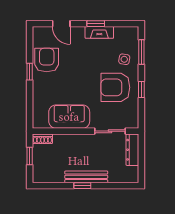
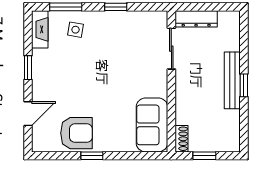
fireplace: (99, 32) -> (40, 29), moved
armchair: (47, 60) -> (76, 133), turned 180
armchair: (115, 87) -> (113, 41), removed
sofa: (69, 117) -> (152, 125), moved

